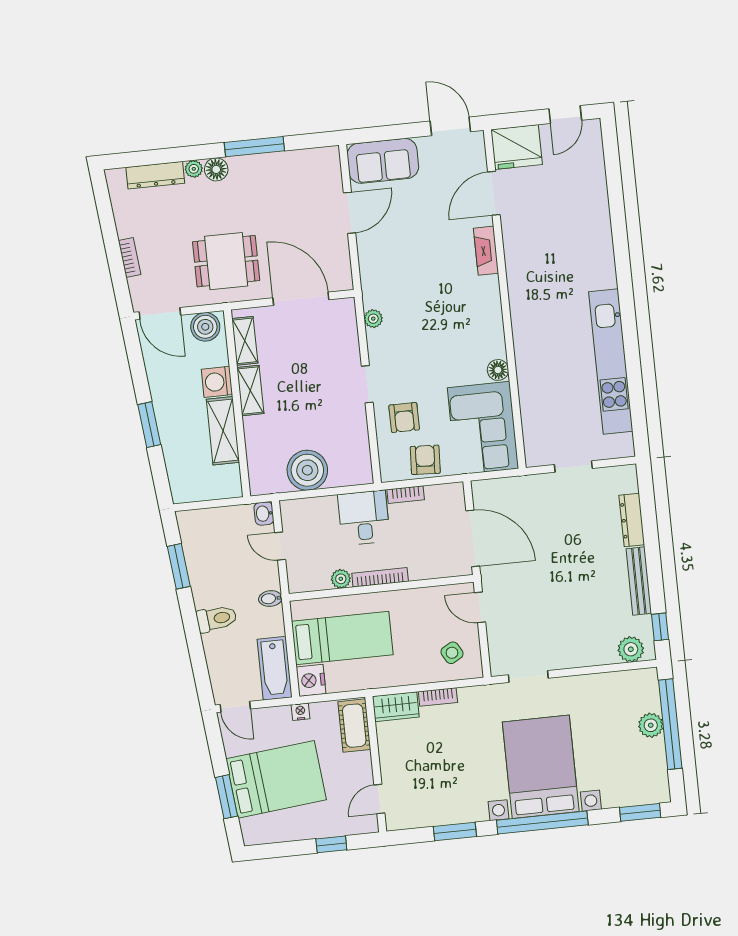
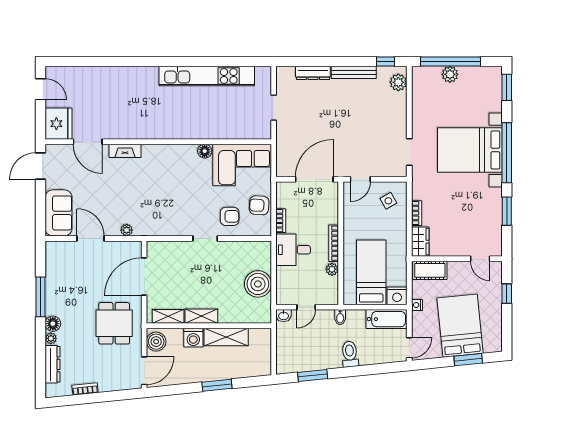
bookcase: (130, 258) -> (85, 389), moved
plant: (373, 319) -> (127, 230), moved

